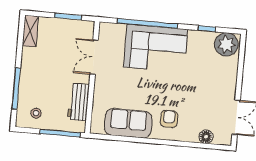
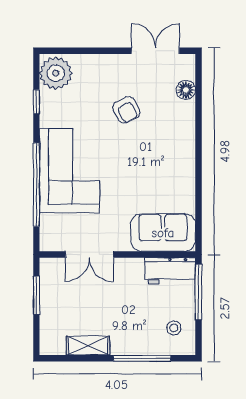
shelving: (30, 31) -> (88, 346), moved
workbench: (78, 102) -> (170, 271), moved
armchair: (169, 119) -> (126, 110), moved, turned -117
sofa: (128, 123) -> (163, 233), moved, turned 90

